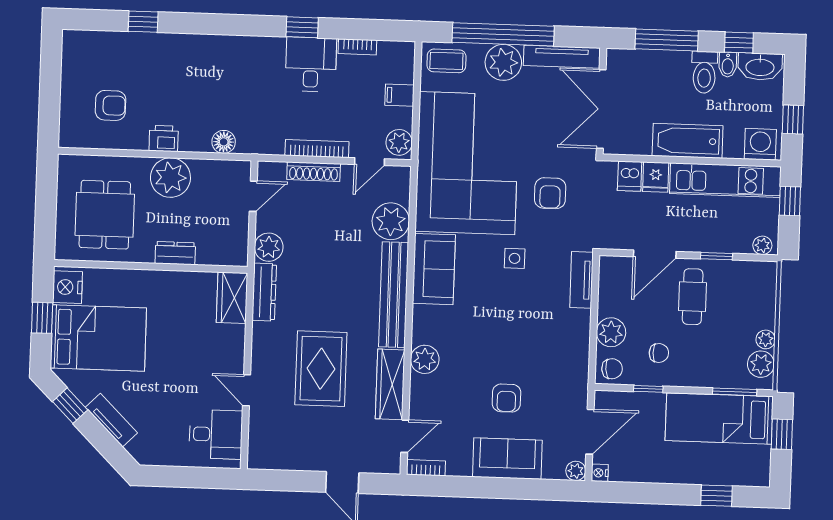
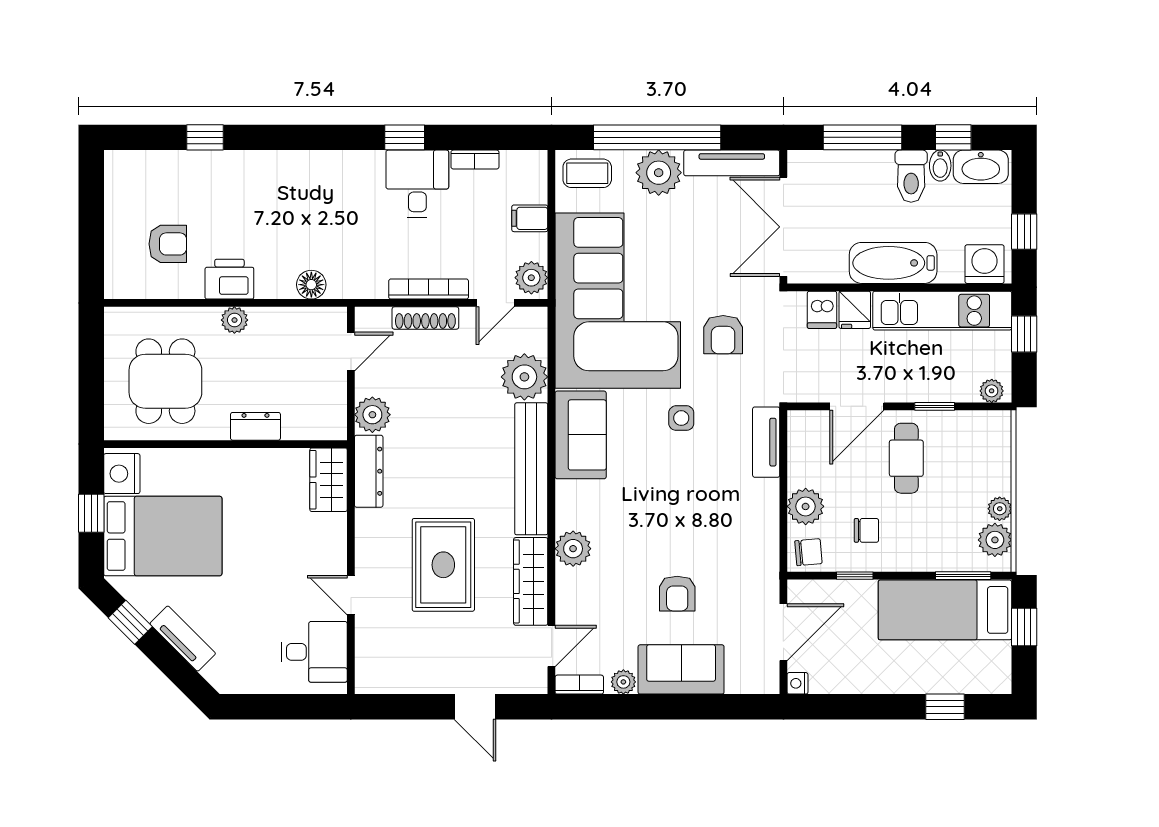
printer: (164, 138) -> (229, 279), width x1.36, depth x1.24
plant: (170, 178) -> (234, 320), width x0.53, depth x0.53
plant: (576, 471) -> (623, 682), moved

